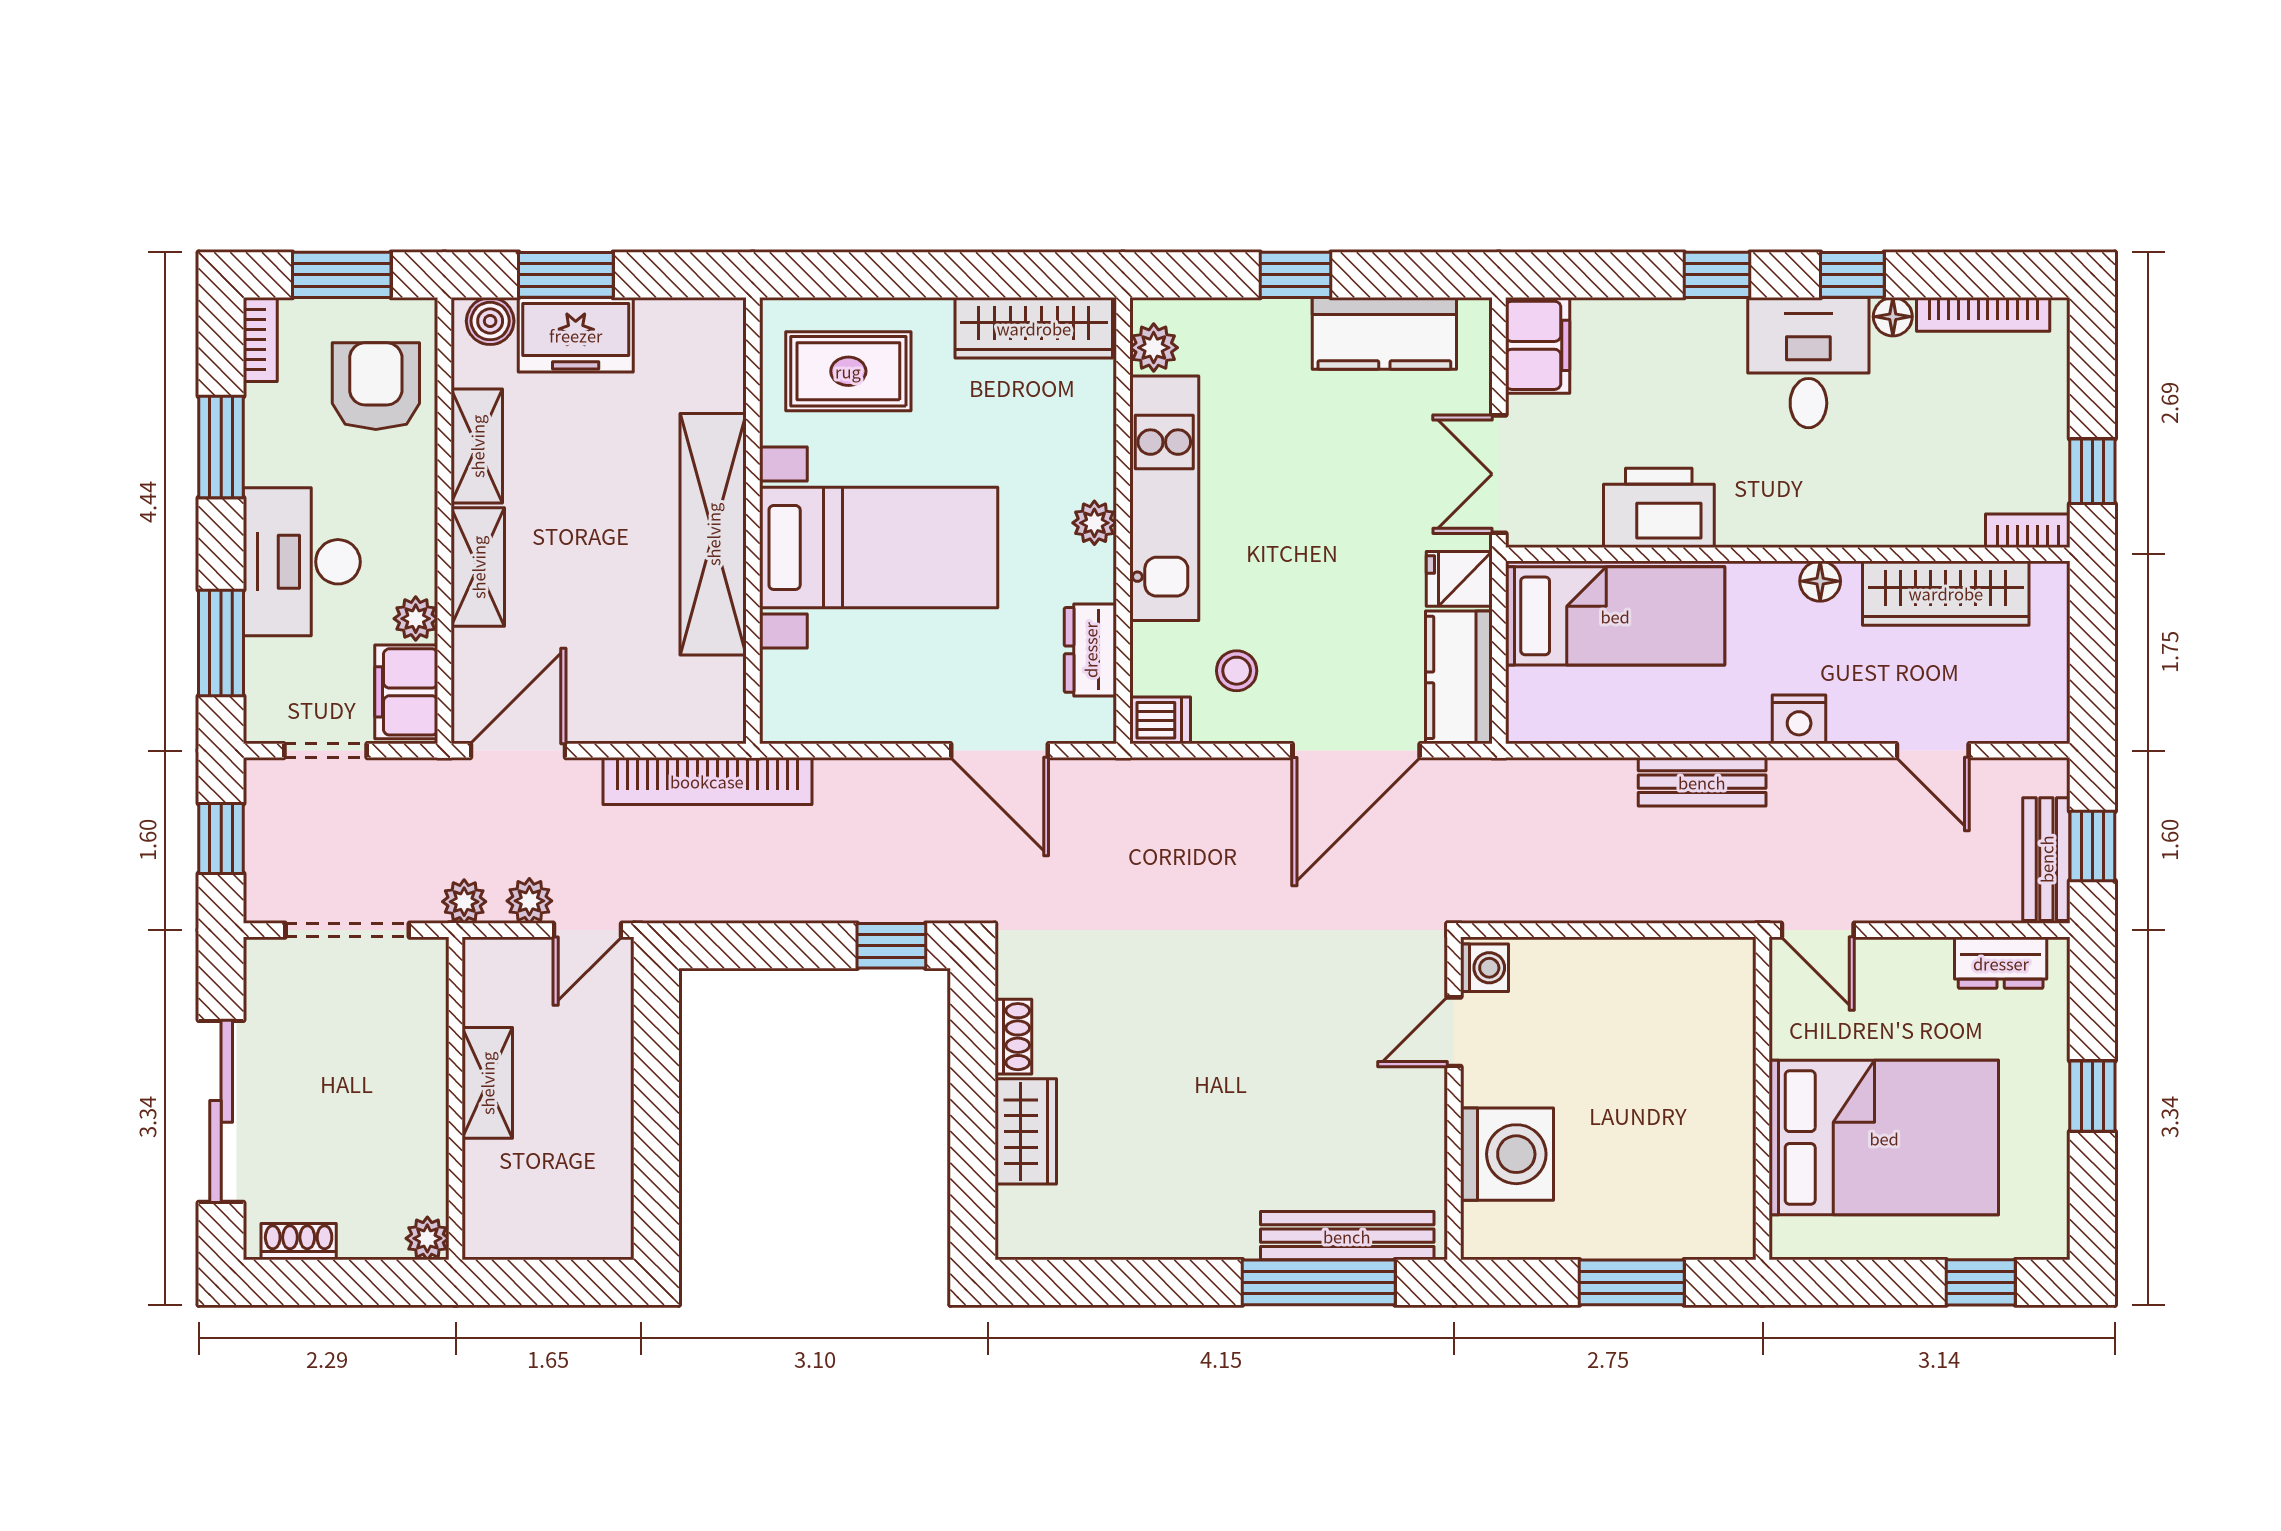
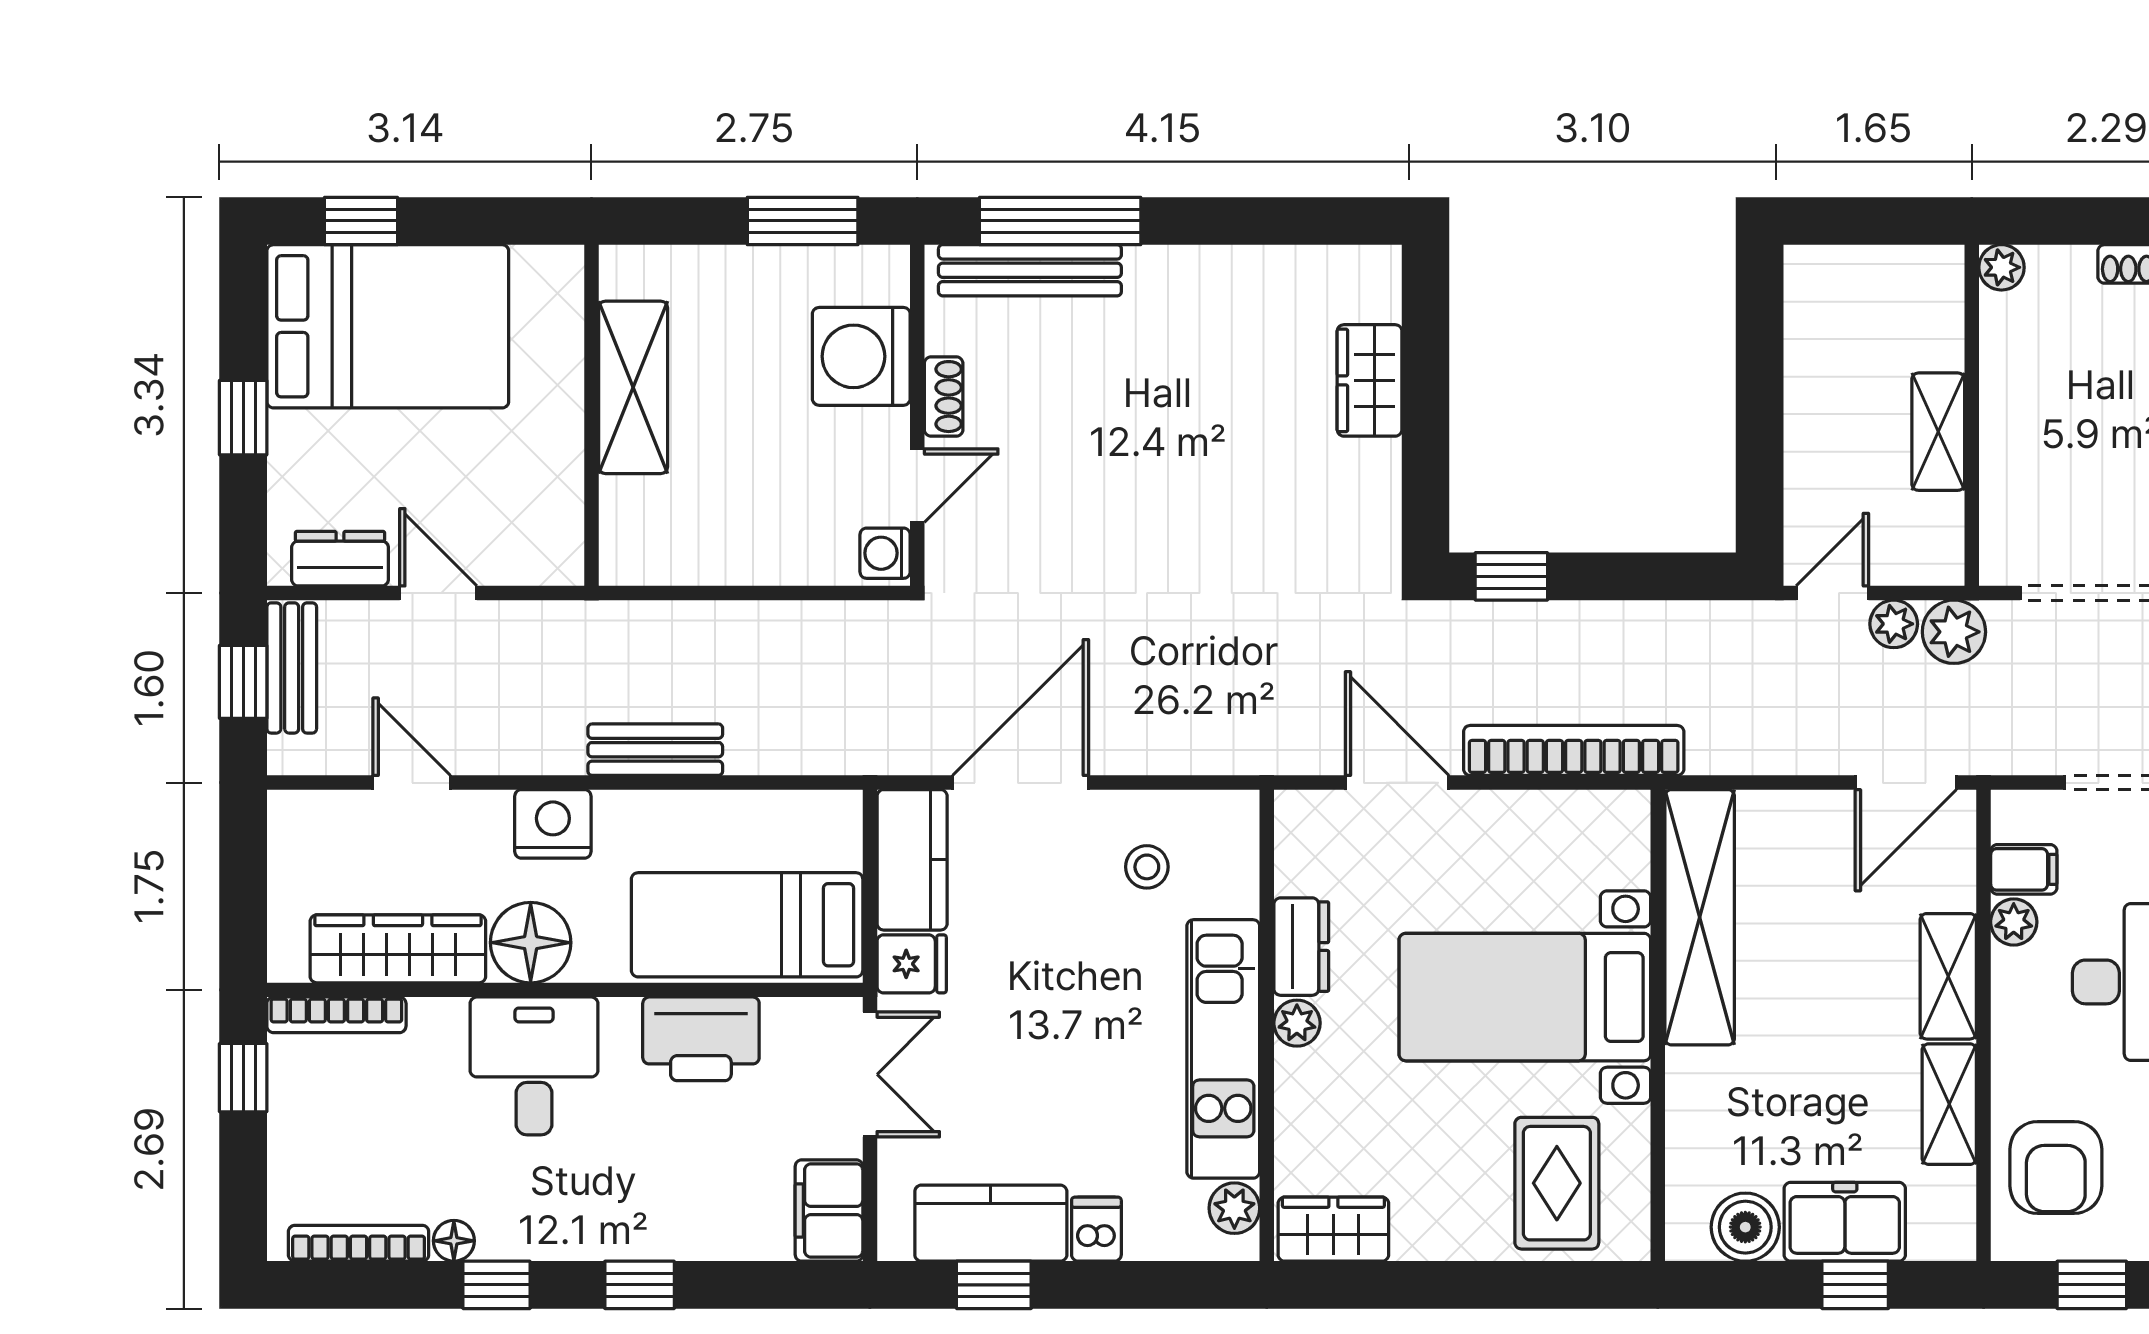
window: (342, 275) -> (2092, 1285), width x0.67
window: (566, 275) -> (1855, 1285), width x0.67
window: (1295, 275) -> (994, 1285), moved
boiler: (490, 321) -> (1745, 1227), moved, width x1.36, depth x1.36
wardrobe: (1034, 328) -> (1333, 1229), width x0.67
desk: (1808, 363) -> (534, 1066), moved, turned 180
rug: (848, 371) -> (1557, 1183), turned 90
bookcase: (2028, 531) -> (336, 1015), width x1.56
shelving: (713, 534) -> (1700, 917), moved
floor lamp: (1820, 581) -> (531, 943), width x1.89, depth x1.89
dresser: (1090, 650) -> (1301, 947), moved
filing cabinet: (406, 692) -> (2024, 869), width x0.50
nightstand: (1799, 719) -> (553, 824), width x1.36, depth x1.33
dishwasher: (1160, 720) -> (1096, 1229), moved, turned 90
bookcase: (707, 781) -> (1574, 750), moved
plant: (464, 902) -> (1954, 632), width x1.38, depth x1.38
door: (1818, 930) -> (438, 593), moved
shoe rack: (1013, 1037) -> (944, 397), moved, turned 180
shelving: (1723, 1125) -> (633, 387), added
bed: (1884, 1138) -> (388, 326), moved, turned 180
window: (1632, 1282) -> (803, 221), moved

